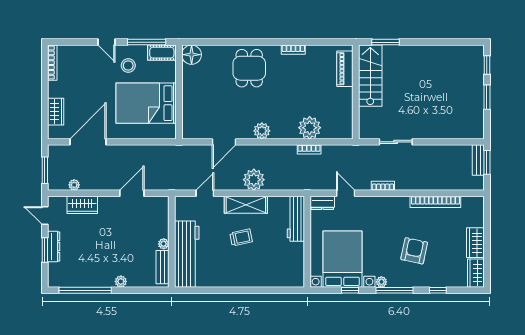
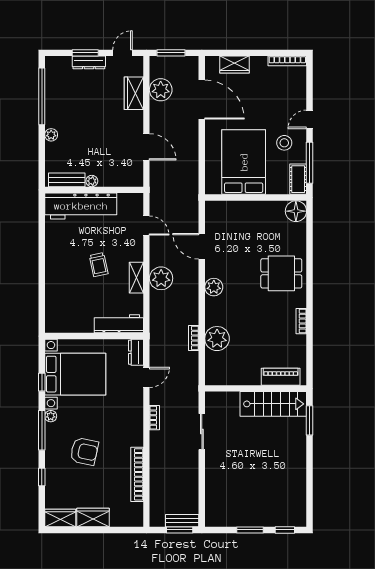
plant: (74, 185) -> (161, 90), width x1.87, depth x1.87
shelving: (246, 205) -> (136, 278), width x0.67, depth x0.75

